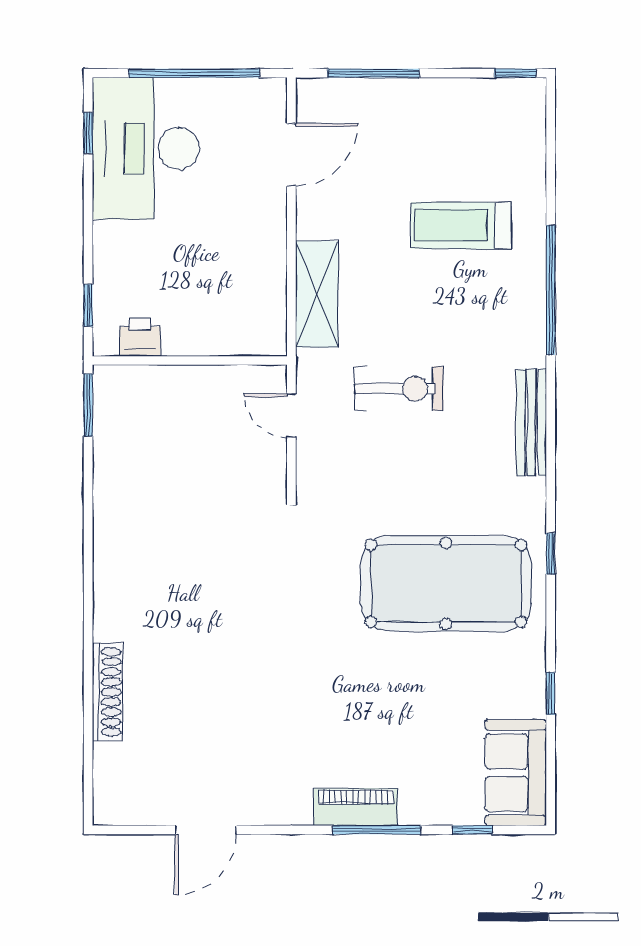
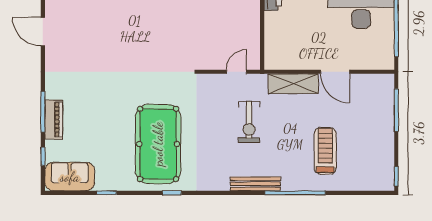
door: (291, 155) -> (335, 72), moved
bench: (531, 423) -> (255, 184), moved
piano: (356, 807) -> (54, 120), moved

